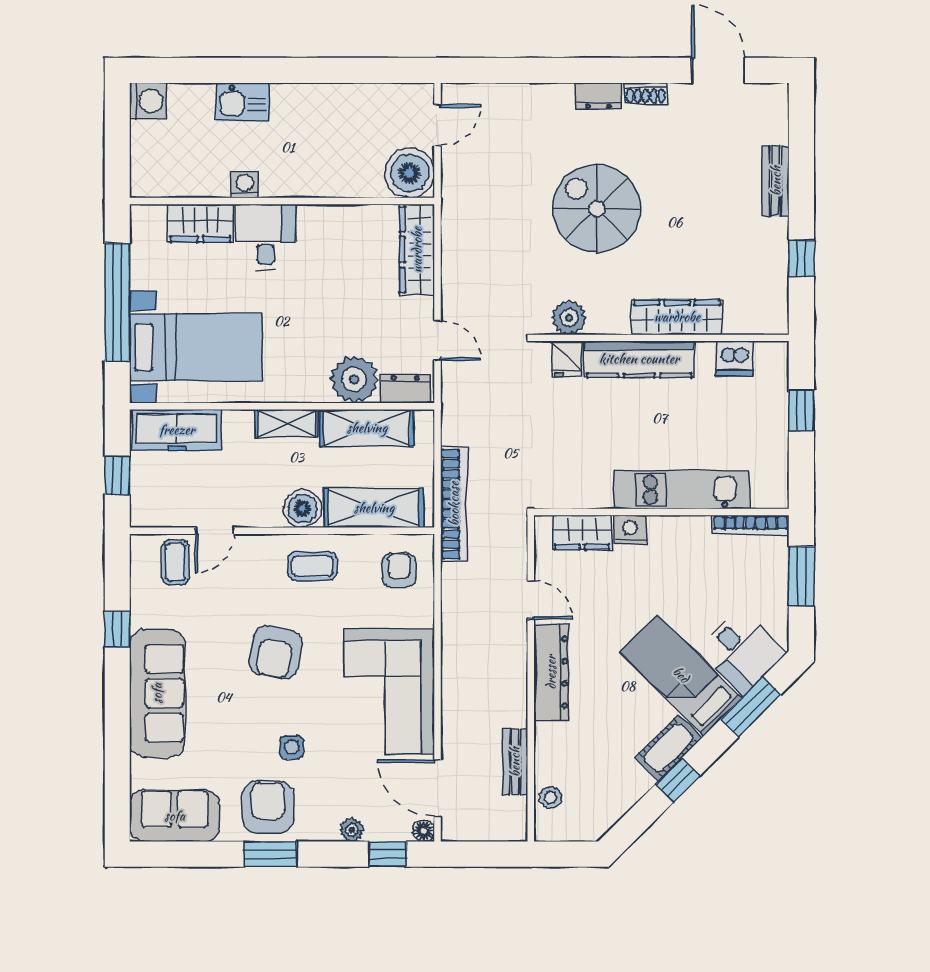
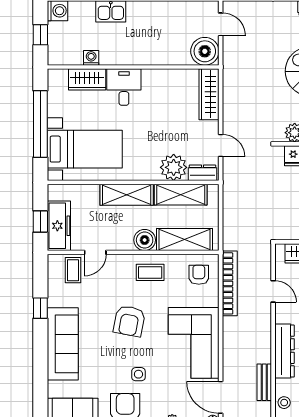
door: (438, 125) -> (221, 24), hinge flipped
window: (117, 144) -> (40, 35), added
washing machine: (245, 185) -> (91, 58), moved
shelving: (286, 423) -> (127, 195), width x1.50, depth x1.33
freezer: (177, 430) -> (59, 226), moved, turned -90
bookcase: (454, 504) -> (230, 283), moved
dresser: (551, 672) -> (284, 351), moved

